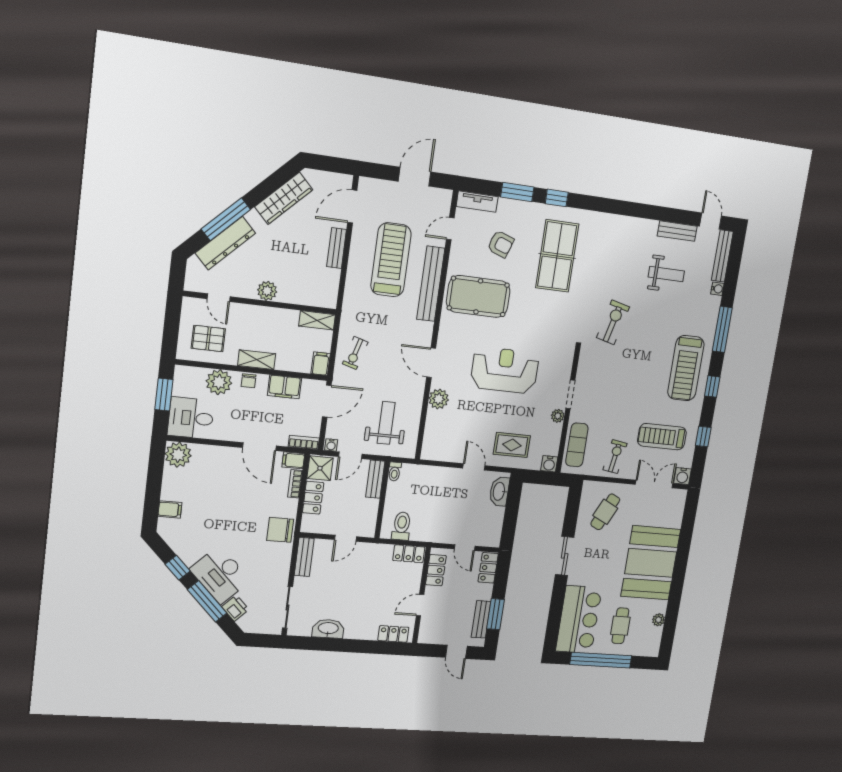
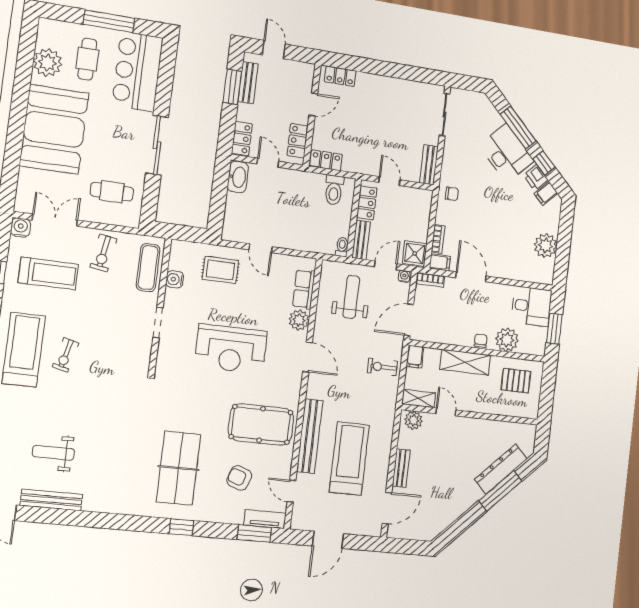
window: (517, 192) -> (254, 533), moved
wardrobe: (284, 198) -> (450, 513), removed
door: (450, 229) -> (291, 491), swing flipped
bench: (677, 231) -> (51, 500), width x1.36
treadmill: (391, 260) -> (349, 459), turned 180
plant: (267, 291) -> (413, 420), moved
door: (219, 298) -> (446, 412), moved
exercise bike: (613, 322) -> (66, 355), moved, width x0.73, depth x0.72
exercise bike: (355, 353) -> (382, 367), turned -106
shelving: (257, 360) -> (465, 362), width x1.50, depth x1.33
filing cabinet: (284, 387) -> (448, 334), removed
plant: (558, 416) -> (171, 300), removed
weight bench: (386, 423) -> (351, 297), turned 180
row of seats: (433, 429) -> (304, 289), added
plant: (178, 455) -> (546, 246), moved
water cooler: (549, 464) -> (175, 279), moved, turned -90
double door: (654, 484) -> (55, 220), swing flipped
washbasin: (499, 491) -> (238, 177), moved
locker: (313, 498) -> (367, 203), moved, turned 180
filing cabinet: (170, 509) -> (546, 193), moved, turned -45
cafe table: (605, 512) -> (112, 192), turned 64
chair: (280, 530) -> (452, 194), width x0.54, depth x0.54
door: (346, 538) -> (389, 181), hinge flipped
sliding door: (565, 556) -> (157, 145), width x1.37
printer: (235, 608) -> (536, 177), moved
plant: (658, 620) -> (47, 63), width x1.87, depth x1.87
washbasin: (328, 629) -> (405, 89), removed
window: (601, 660) -> (109, 21), width x0.68

